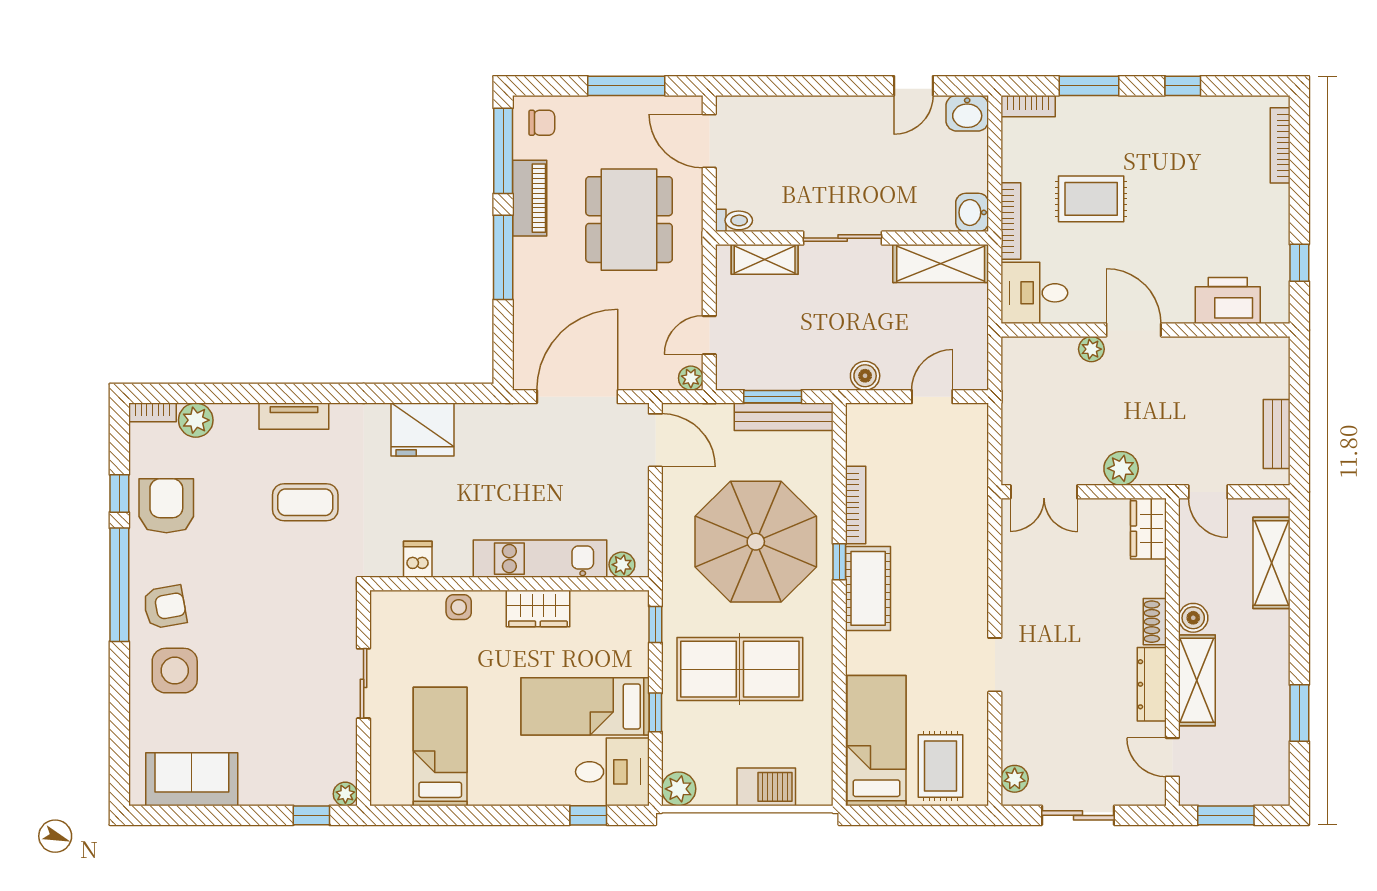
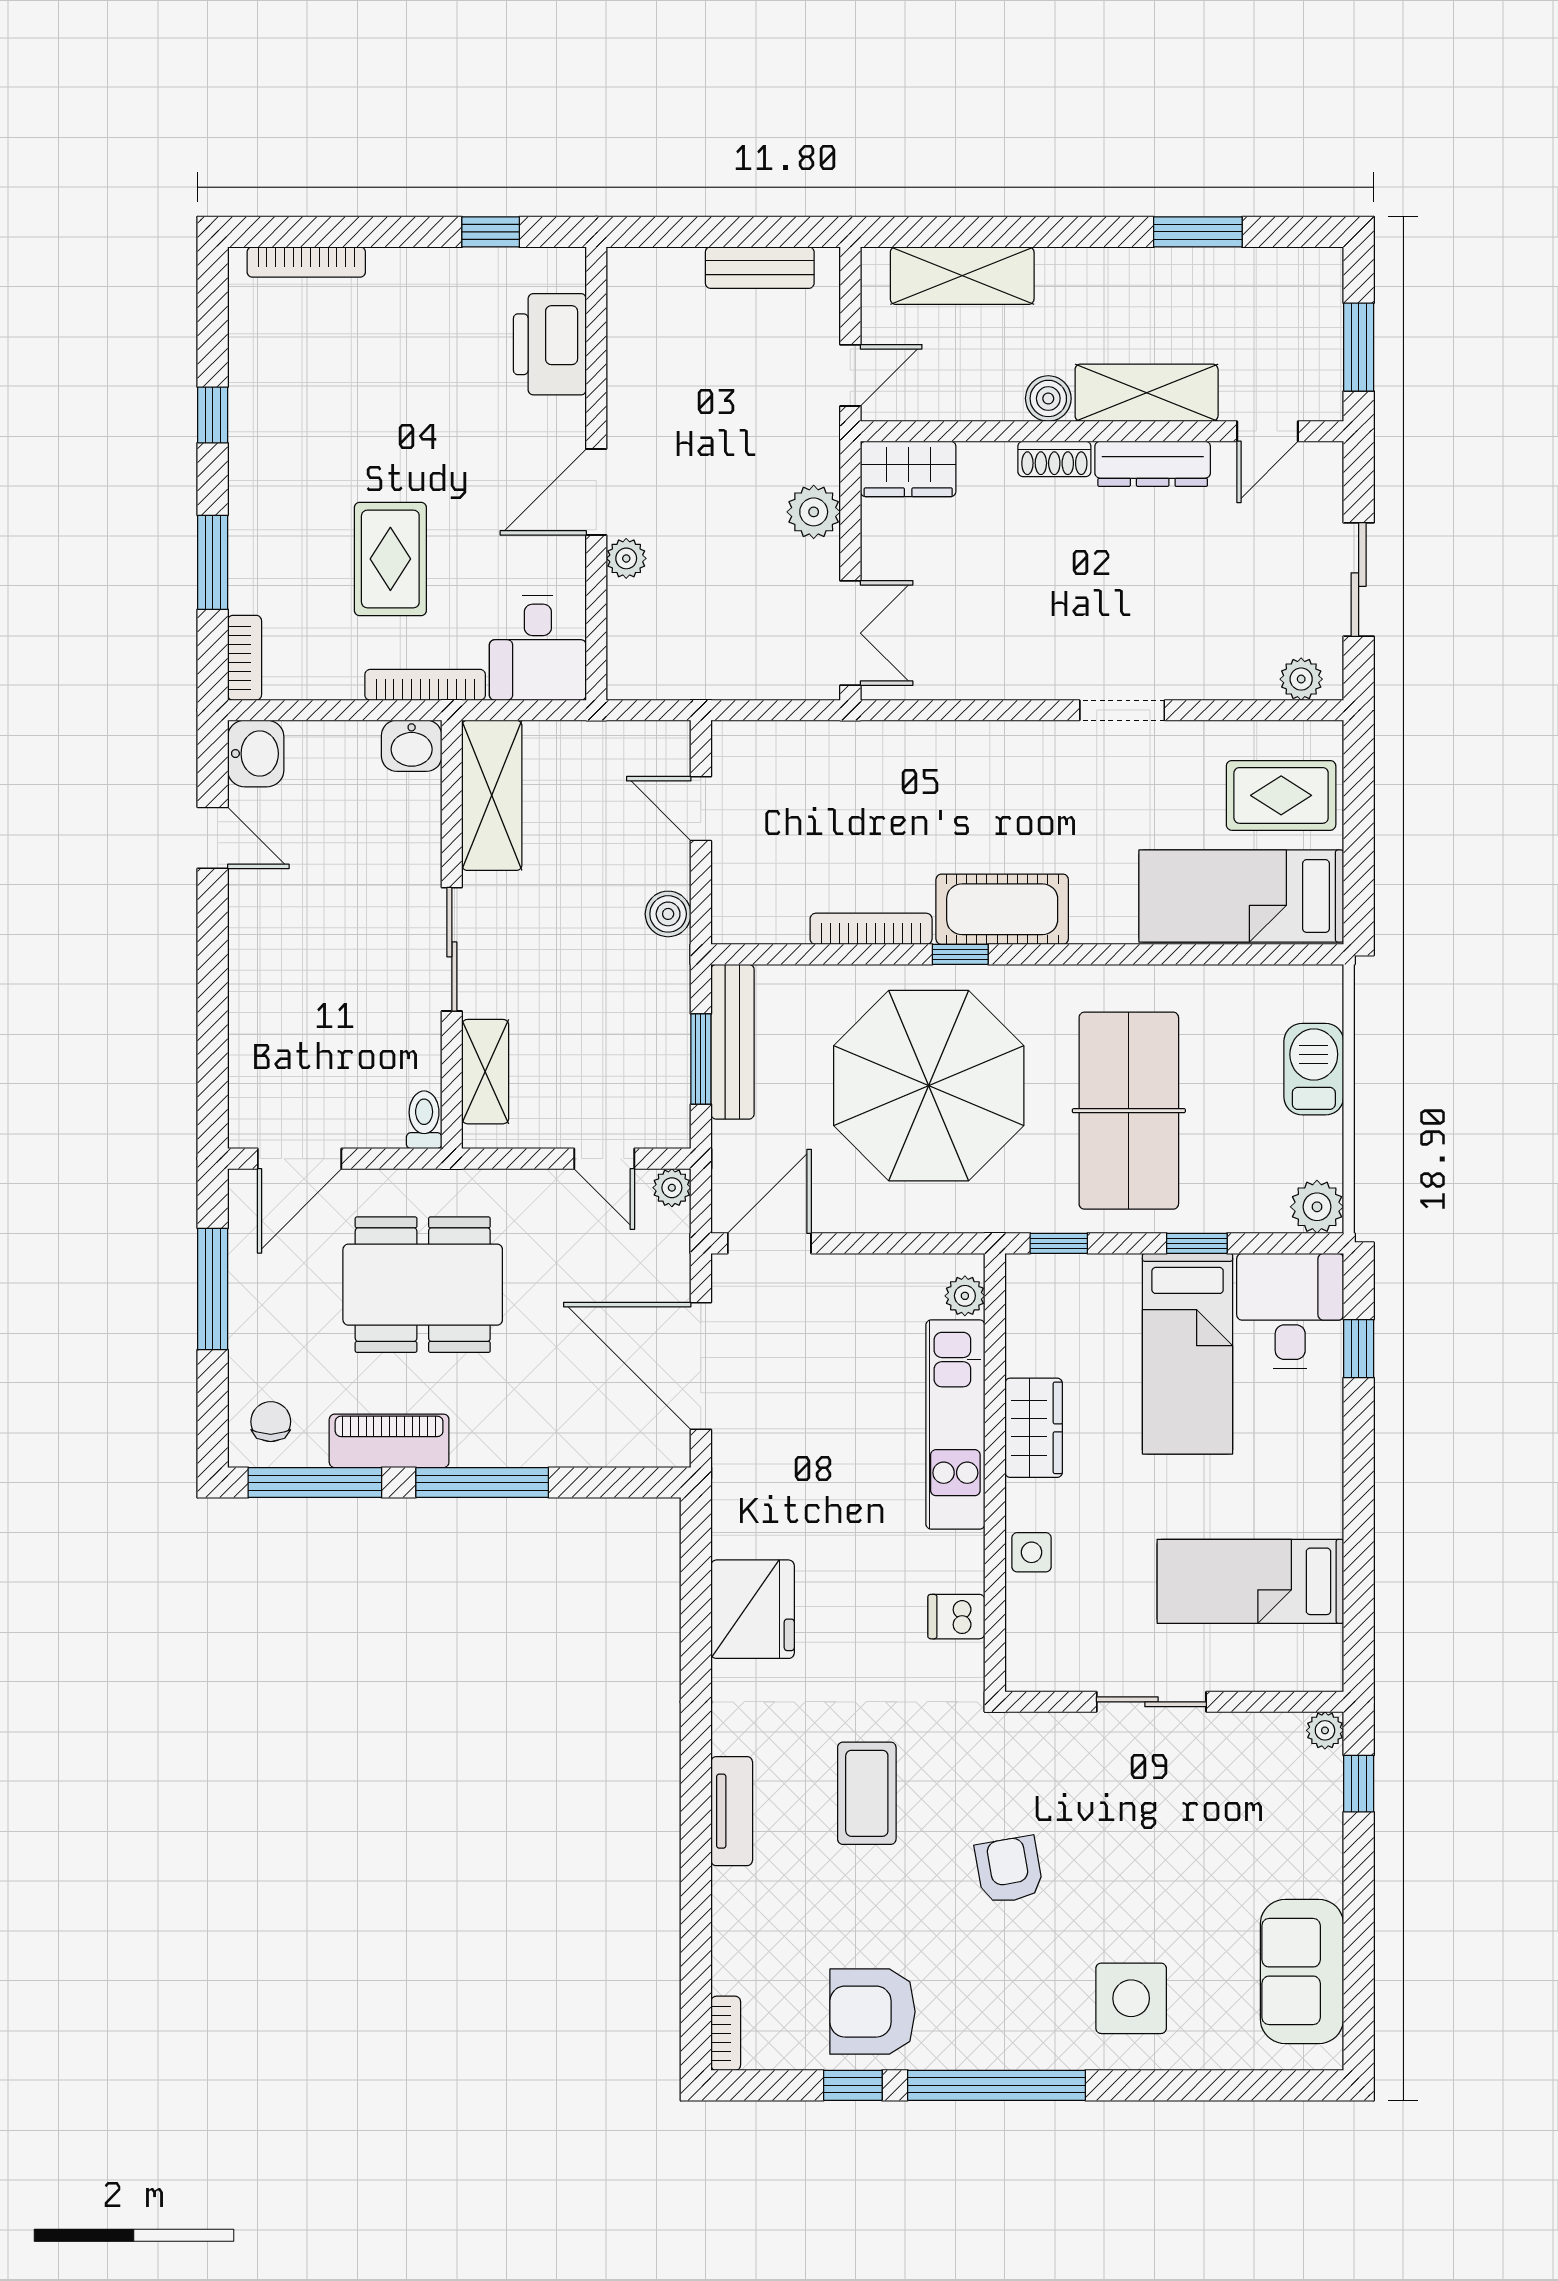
plant: (196, 420) -> (738, 1965), removed
armchair: (165, 607) -> (1009, 1870), moved

